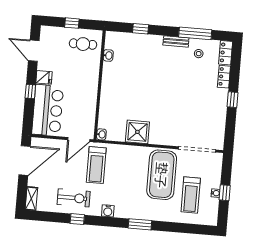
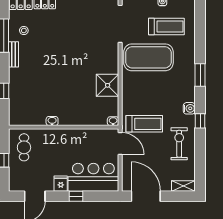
washbasin: (108, 55) -> (52, 121), moved
window: (77, 219) -> (200, 121), moved

